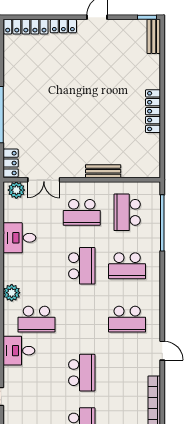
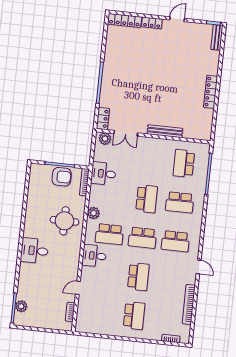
bench: (103, 171) -> (165, 131), width x1.36
school desk: (82, 212) -> (142, 238), moved

